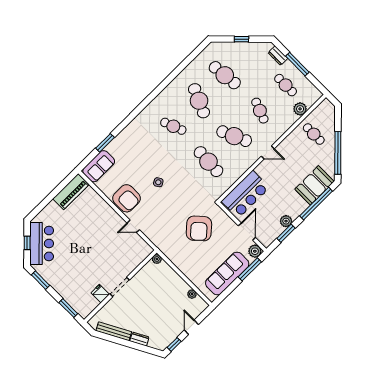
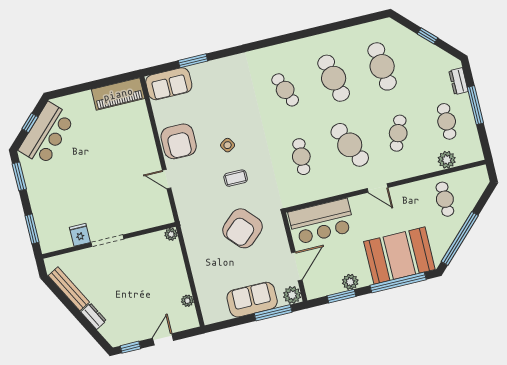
cafe table: (199, 101) -> (334, 78), turned -36
cafe table: (208, 162) -> (301, 157), width x0.73, depth x0.74
booth: (314, 185) -> (399, 256), width x1.36, depth x1.42
coffee table: (176, 200) -> (236, 178), added
sofa: (227, 273) -> (252, 300), width x0.73

